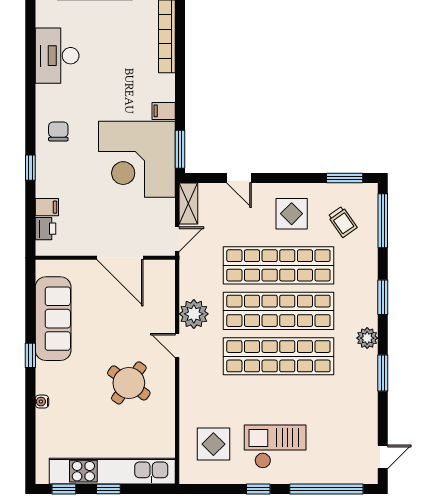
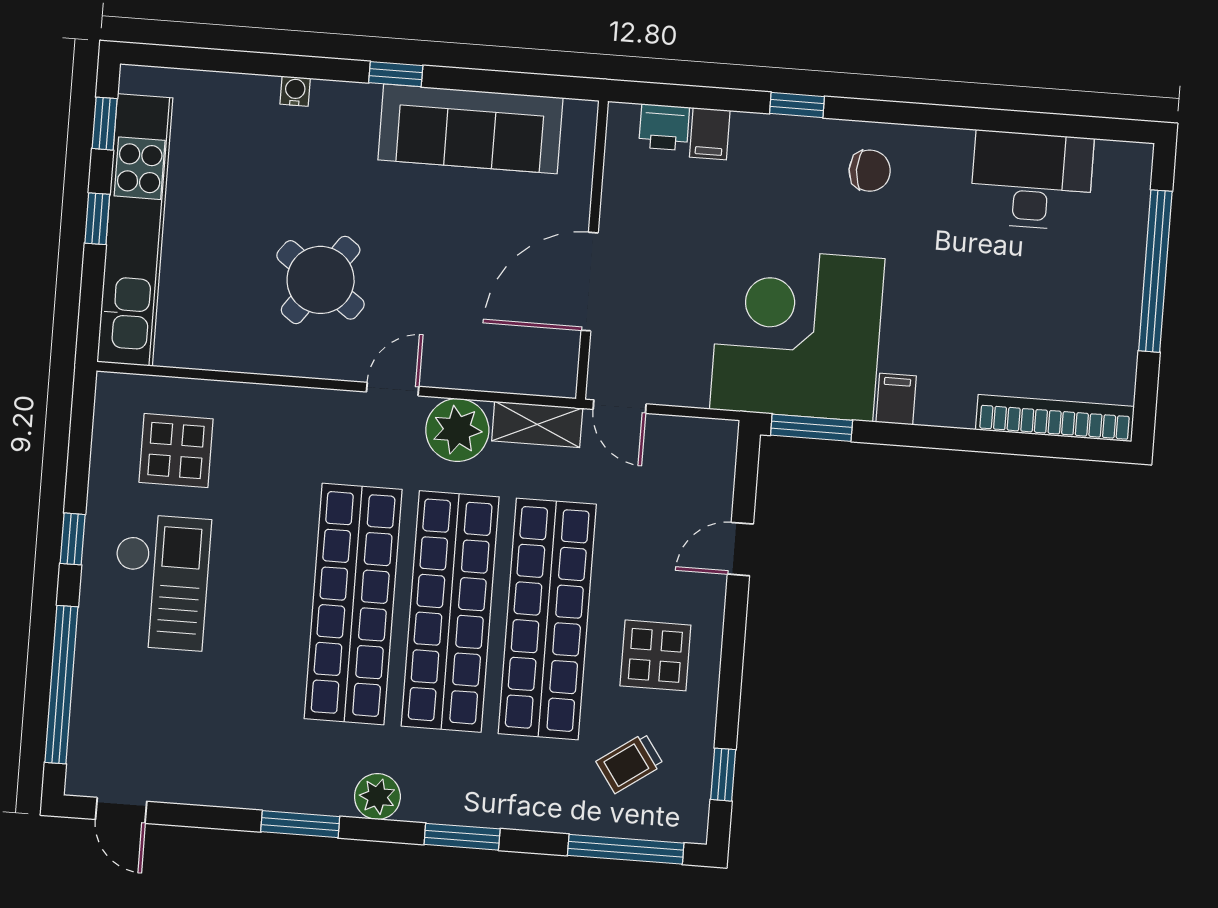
window: (345, 178) -> (723, 775), width x0.67
shelving: (188, 204) -> (537, 424), moved

